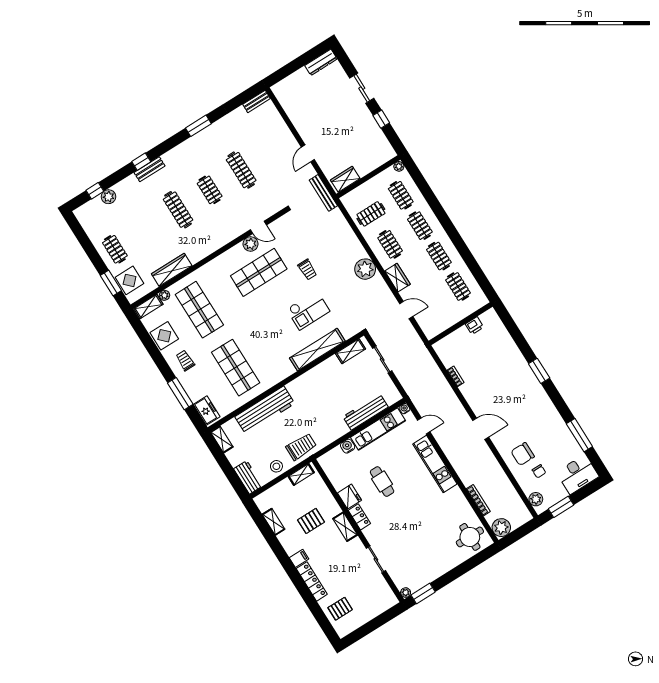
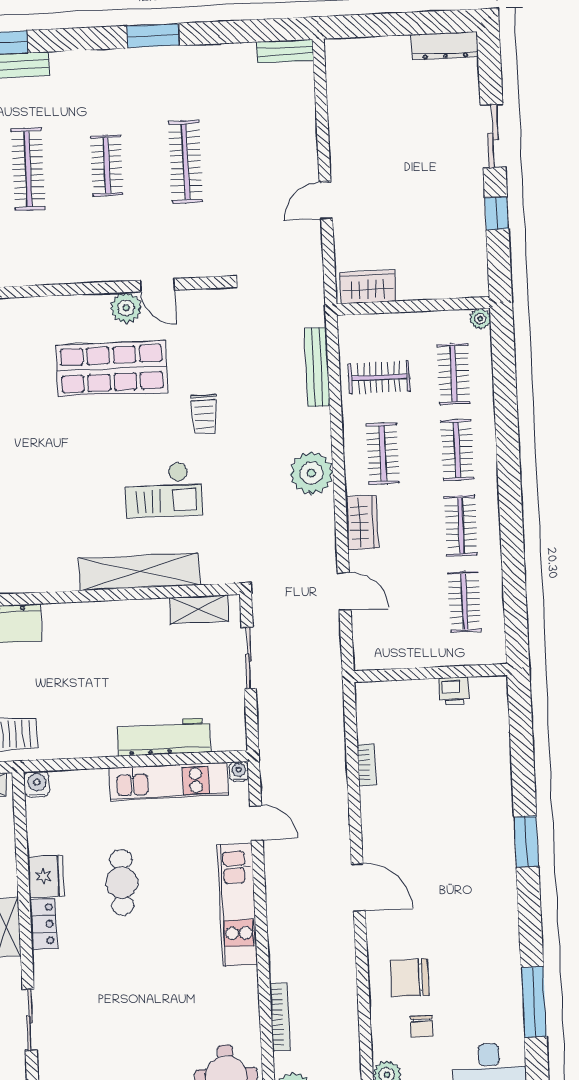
bench: (323, 193) -> (317, 367), moved
water cooler: (348, 446) -> (37, 784), moved

